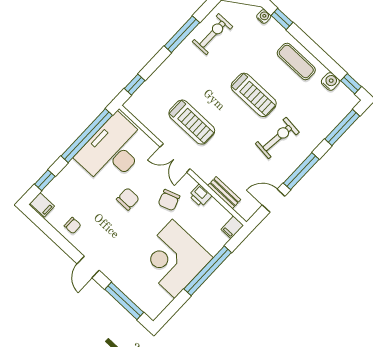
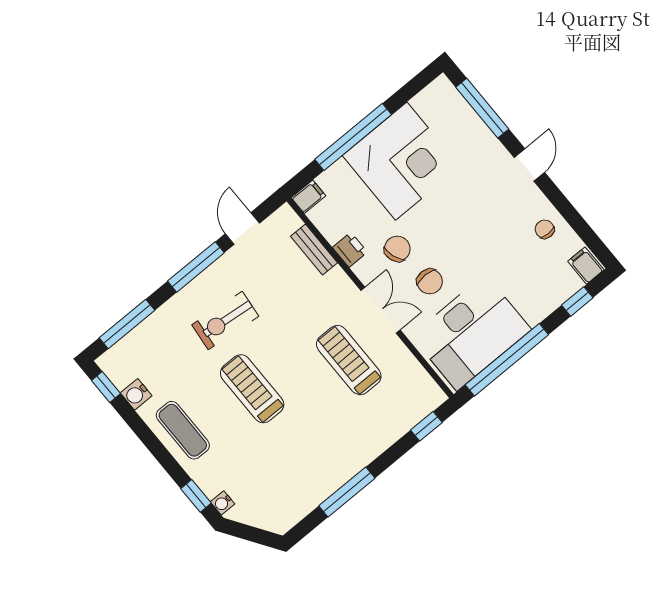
exercise bike: (212, 34) -> (302, 486), removed
chair: (128, 199) -> (430, 281), moved, turned -90
door: (274, 201) -> (242, 228), swing flipped

